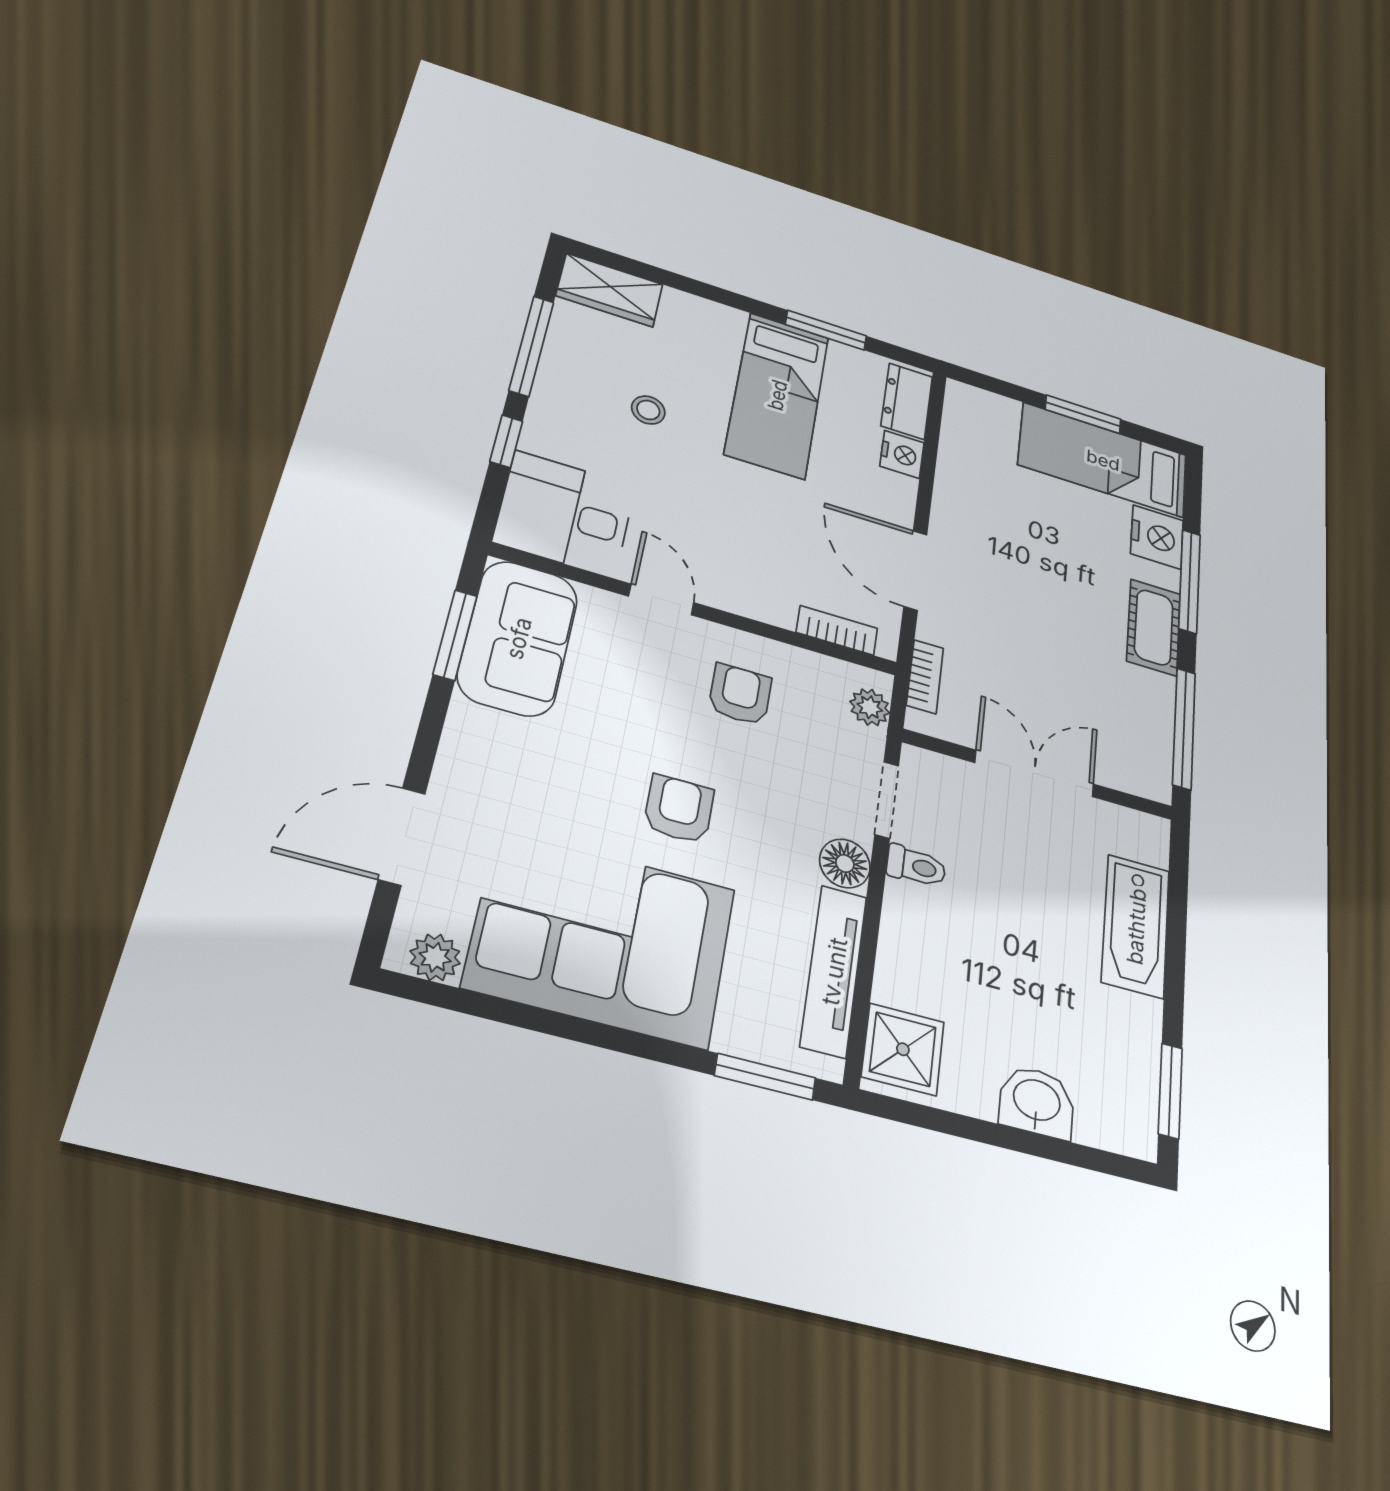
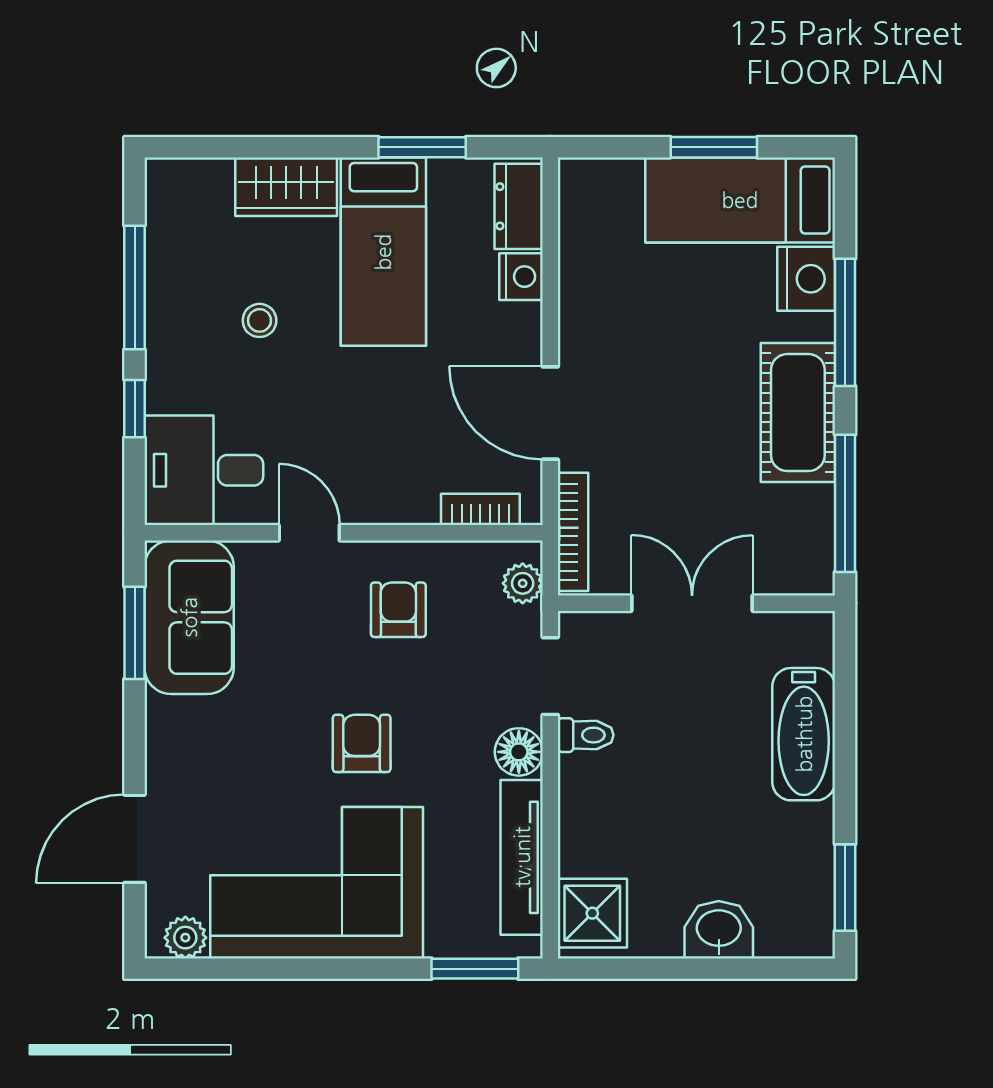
wardrobe: (610, 290) -> (286, 187), moved
cot: (1154, 627) -> (798, 413), width x1.37, depth x1.34
bookcase: (925, 677) -> (573, 532), width x1.56

